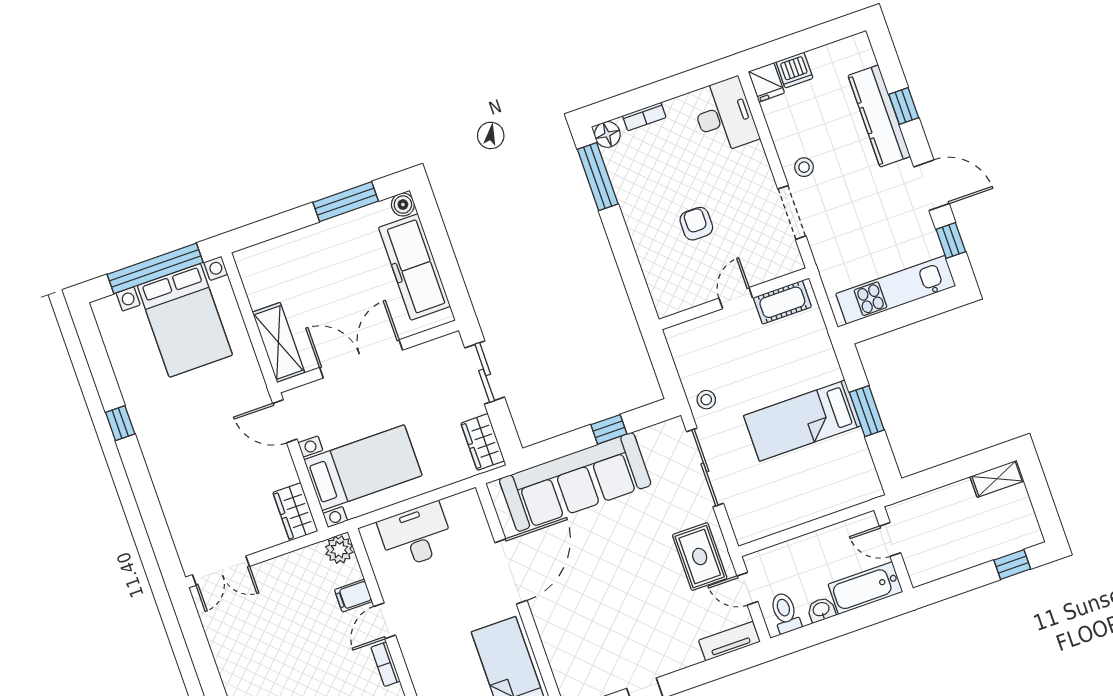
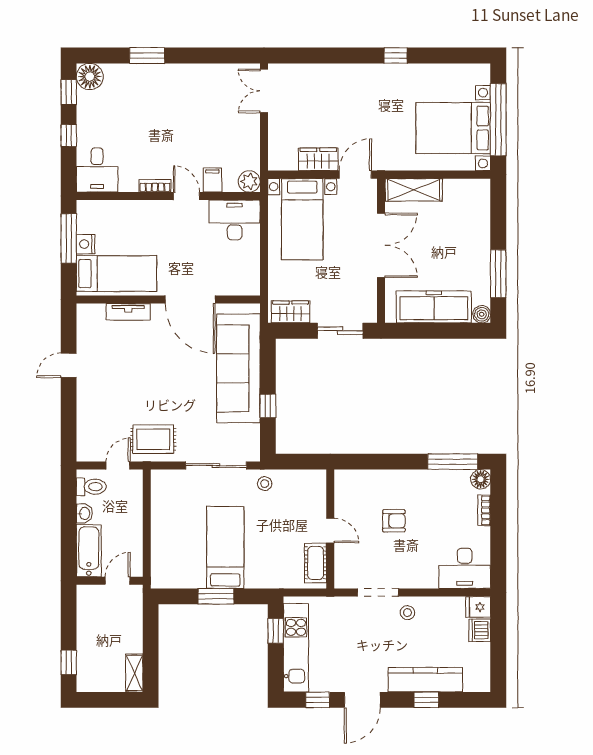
window: (884, 322) -> (276, 631), added
wardrobe: (295, 512) -> (318, 159), moved
desk: (416, 536) -> (235, 220), moved, turned -90
tv unit: (729, 641) -> (128, 312), moved, turned 90

